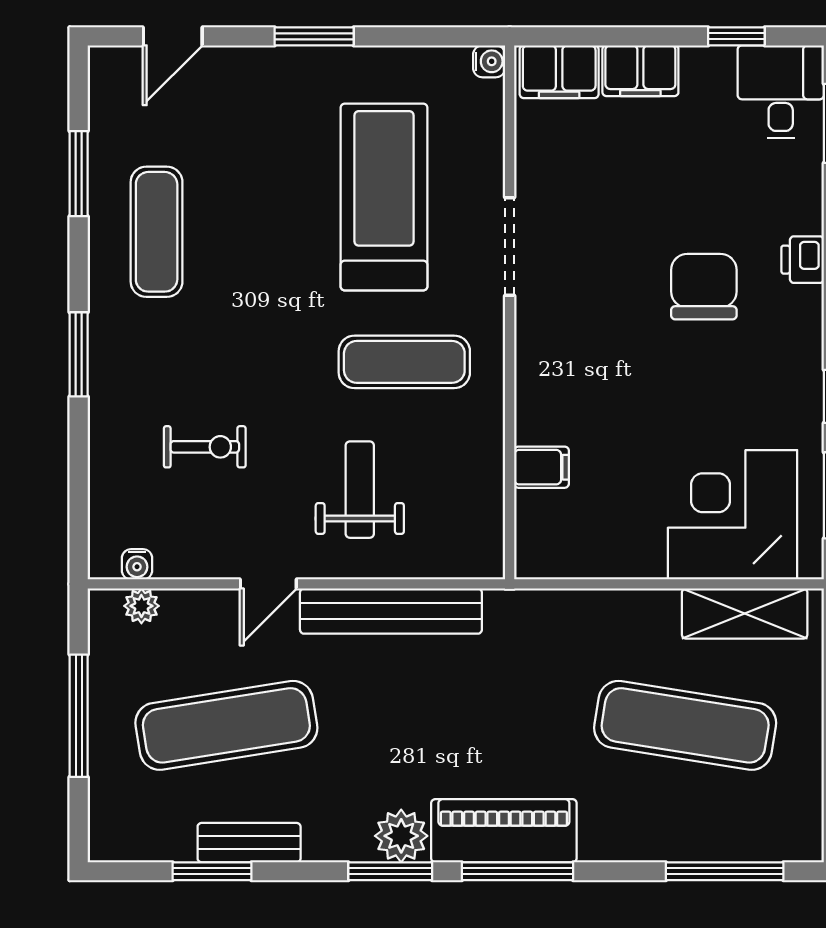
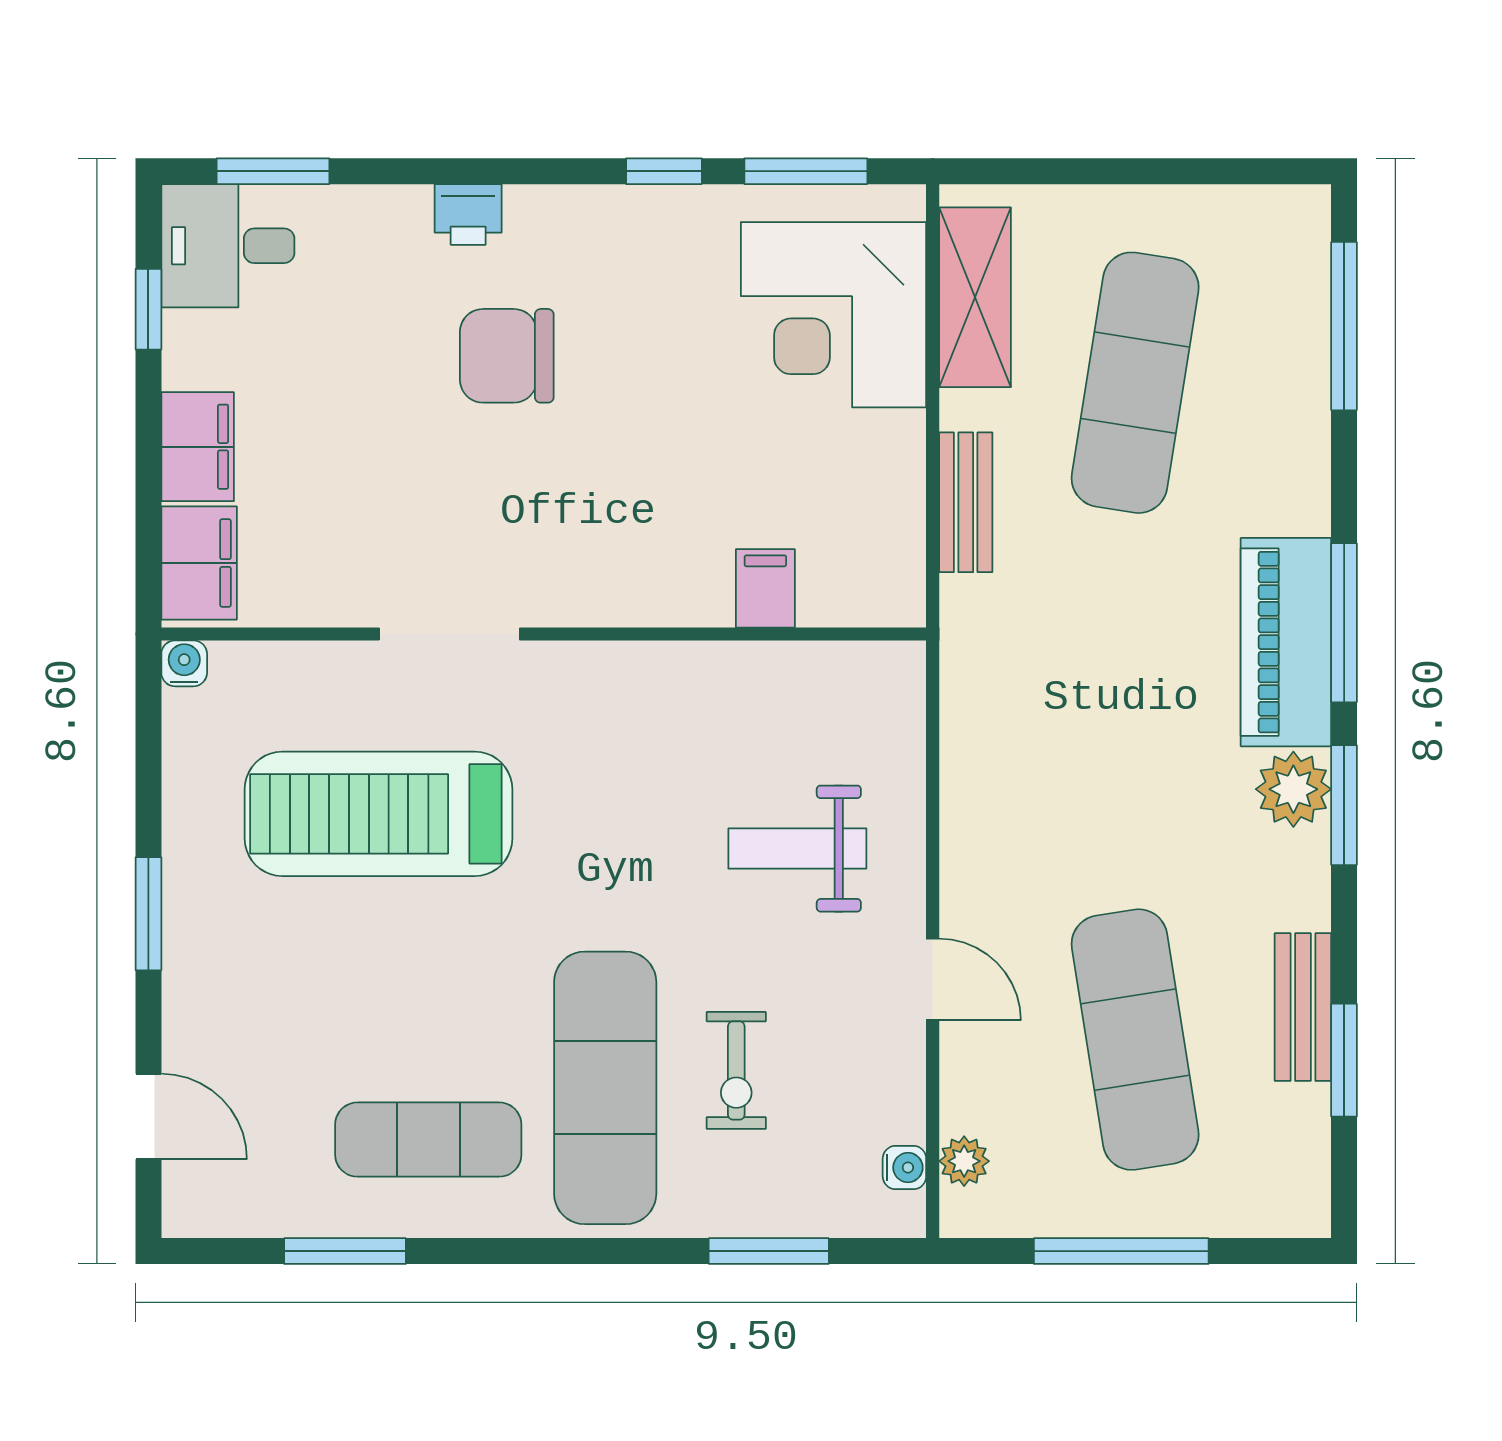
window: (79, 354) -> (769, 1251), moved
exercise mat: (404, 362) -> (605, 1088), moved, width x1.36, depth x1.45
exercise bike: (205, 447) -> (736, 1070), turned 180
bench: (391, 611) -> (966, 502), moved, width x0.54, depth x0.82

